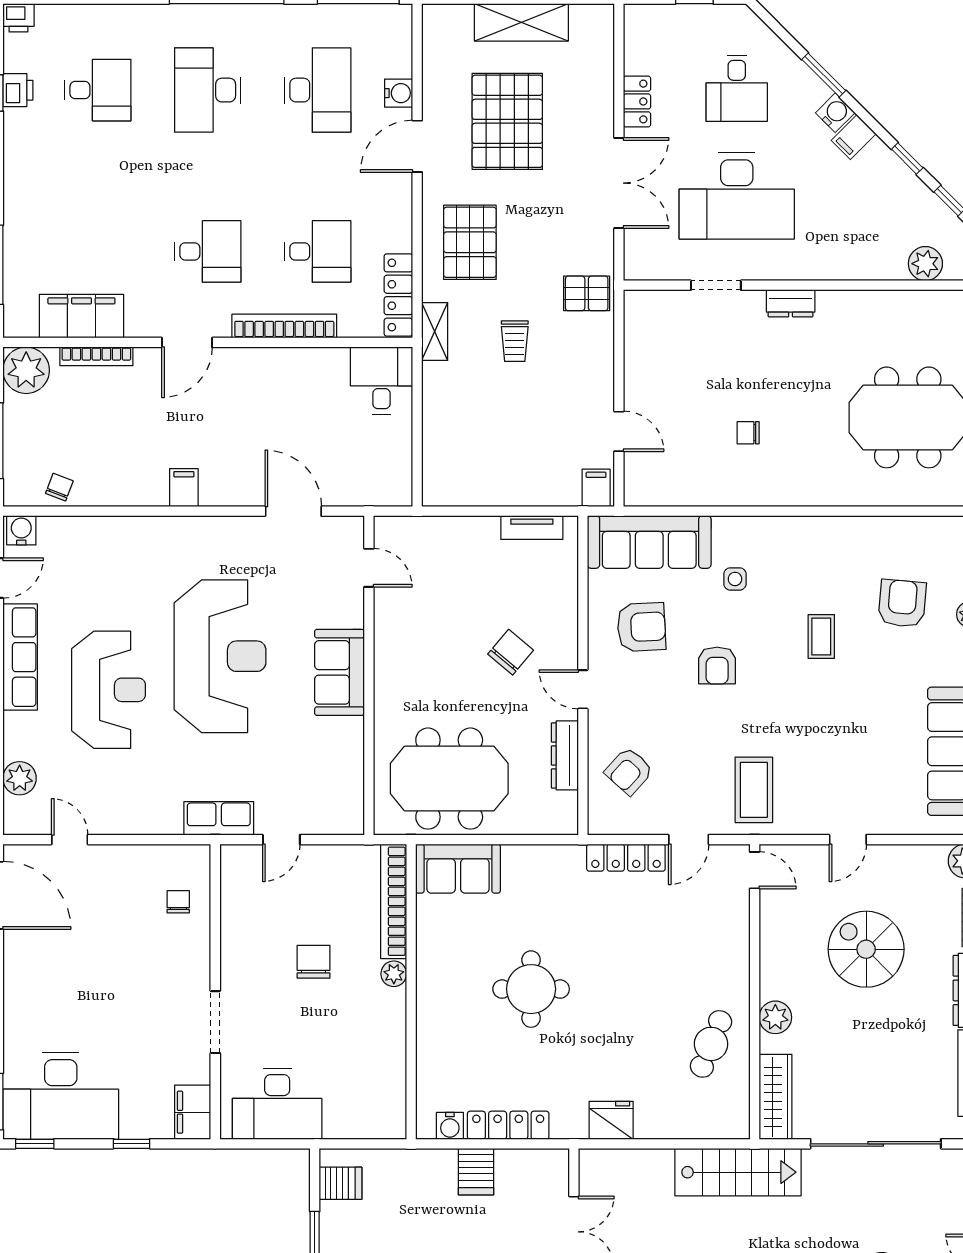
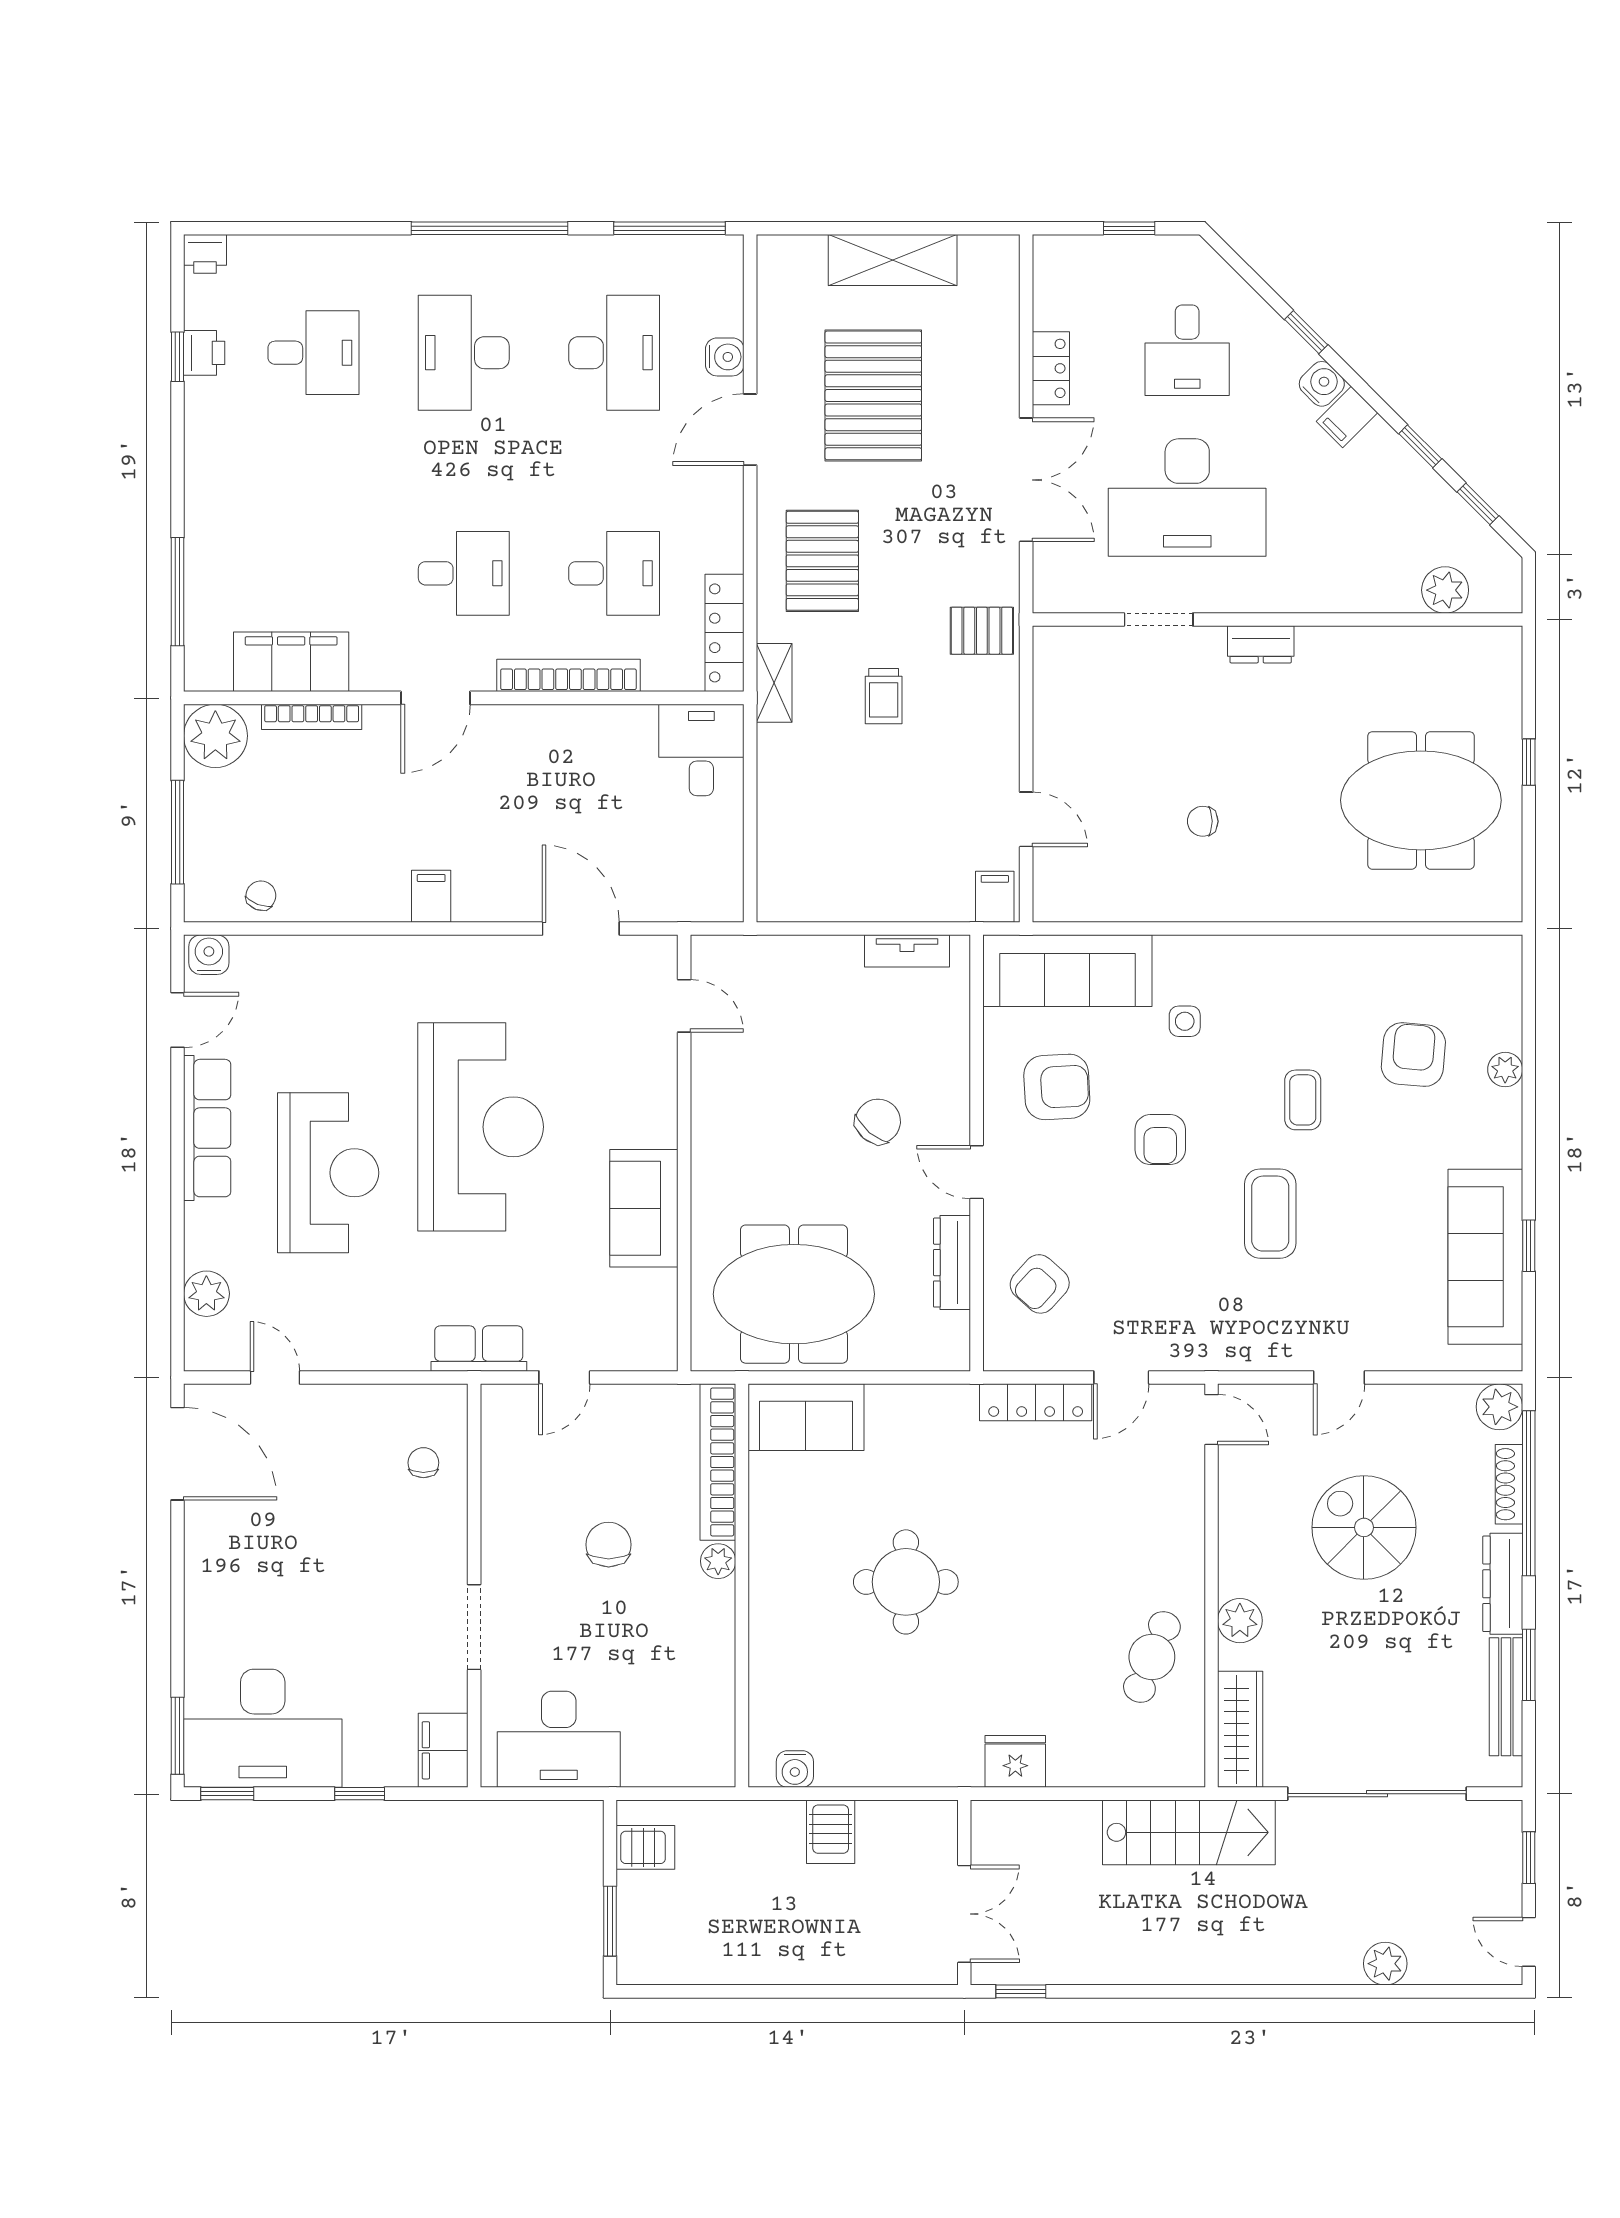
window: (824, 75) -> (1306, 332), width x0.67
sofa: (339, 672) -> (644, 1208), moved
coffee table: (754, 790) -> (1270, 1214), moved
locker: (508, 1125) -> (875, 1768), removed

